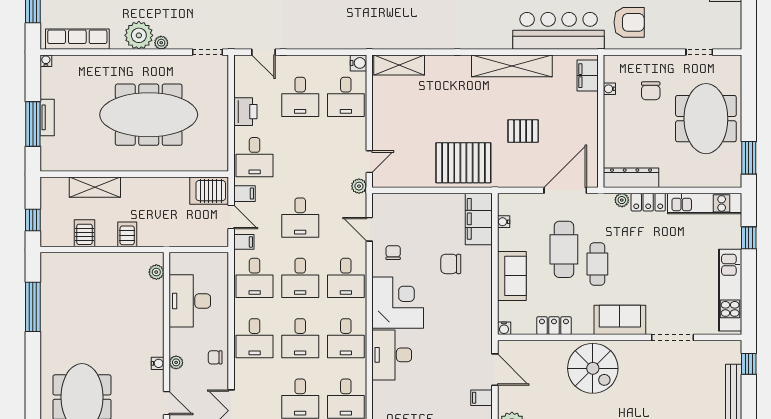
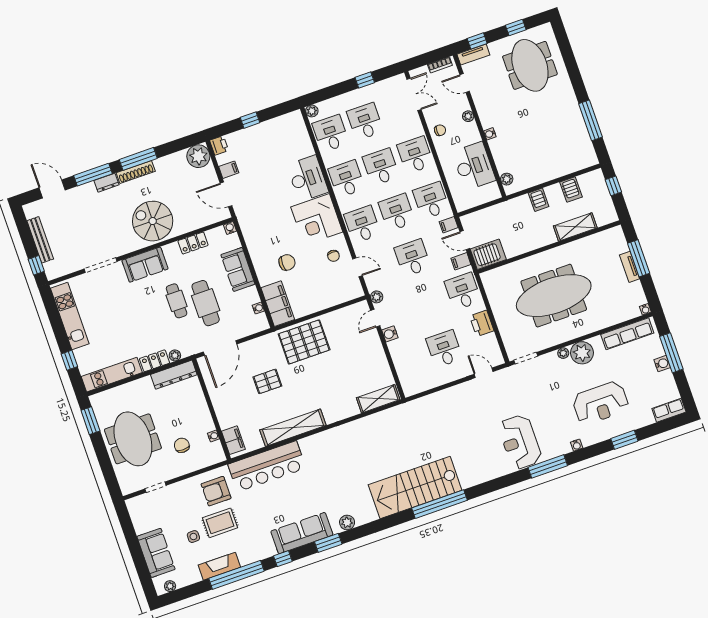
water cooler: (358, 63) -> (390, 334), moved
desk: (346, 97) -> (410, 361), removed
water cooler: (158, 363) -> (490, 134), moved

